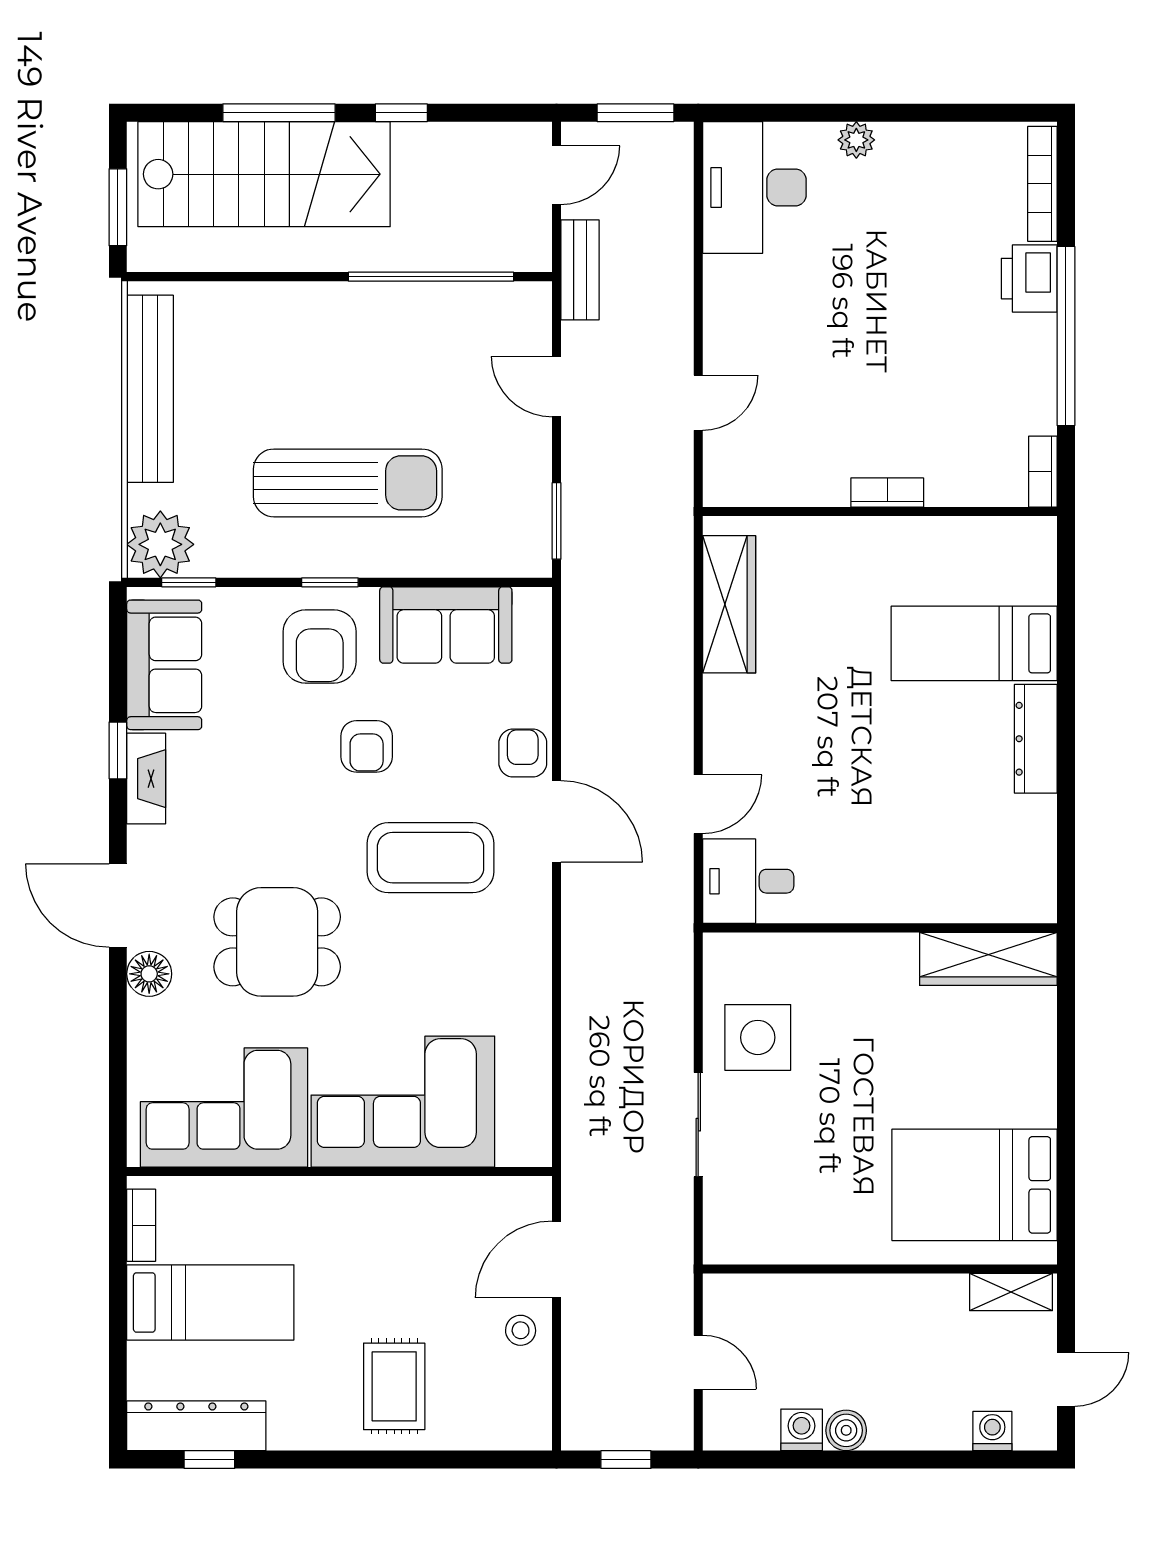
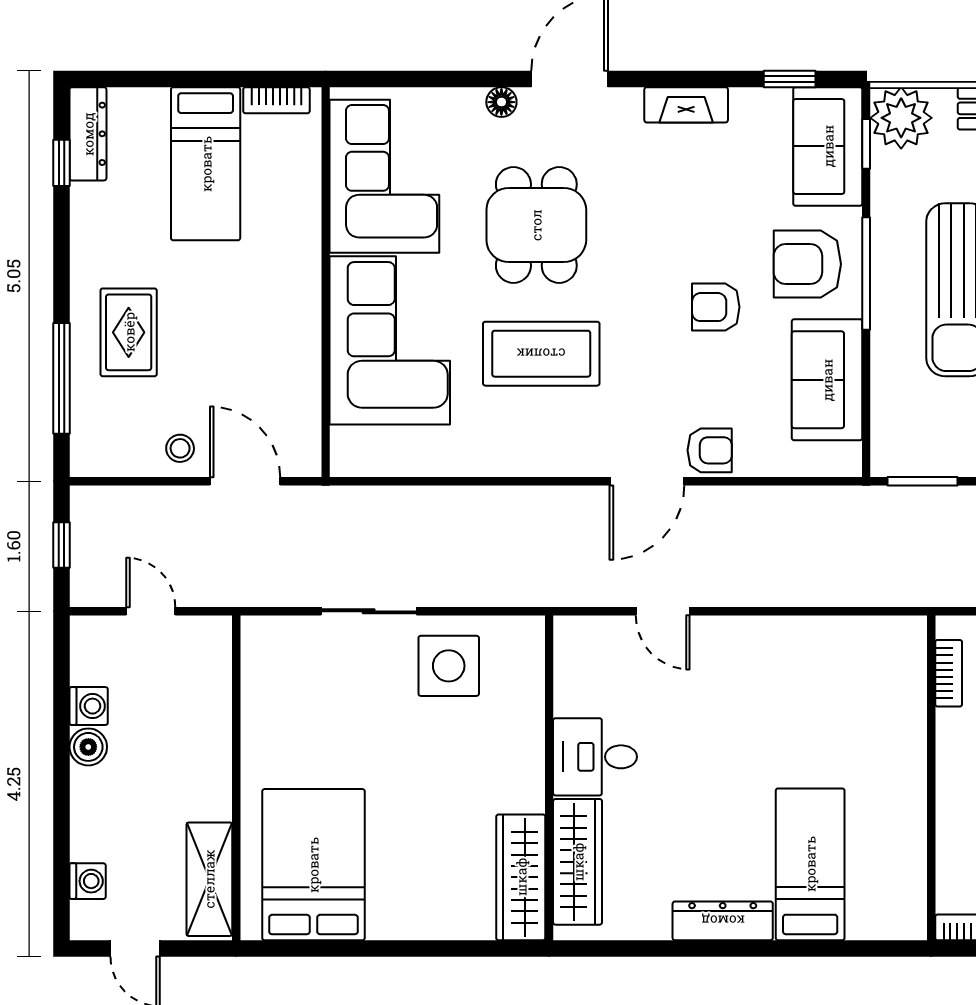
bookcase: (887, 492) -> (949, 673), moved
window: (330, 582) -> (866, 273), width x2.17
wardrobe: (729, 604) -> (578, 862), moved, turned -90
sofa: (164, 665) -> (828, 146), moved, turned 90
window: (118, 750) -> (790, 79), moved
coffee table: (431, 858) -> (541, 354), moved, turned 90
desk: (748, 881) -> (595, 757), moved, turned -90
floor lamp: (149, 974) -> (501, 102), width x0.73, depth x0.73
shelving: (1011, 1292) -> (209, 879), width x1.50, depth x1.33
door: (698, 1362) -> (151, 611), swing flipped
rug: (394, 1386) -> (129, 332), turned 90
dresser: (196, 1426) -> (88, 134), width x0.73, depth x0.80
window: (444, 1460) -> (62, 378), added

